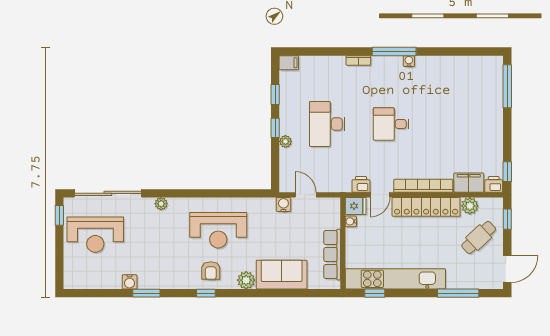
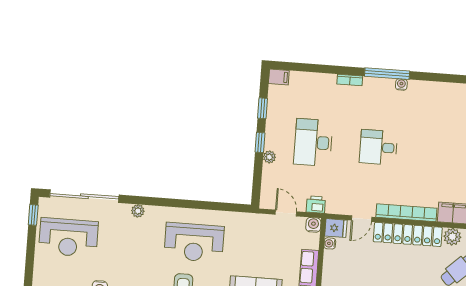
printer: (361, 184) -> (316, 205), moved
water cooler: (283, 204) -> (313, 225), moved

